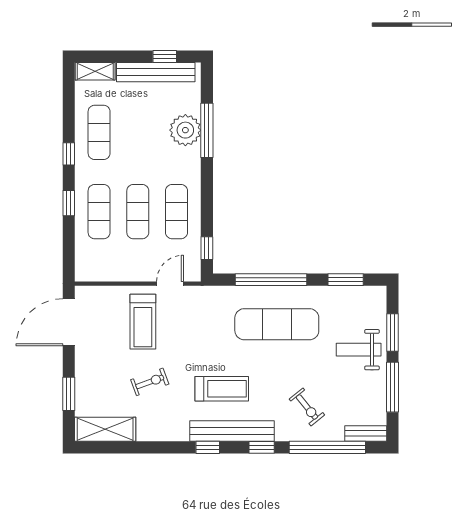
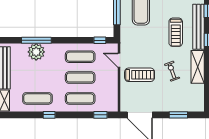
window: (69, 203) -> (100, 115), moved
treadmill: (222, 389) -> (176, 32), turned 180
shelving: (105, 429) -> (198, 67), moved

